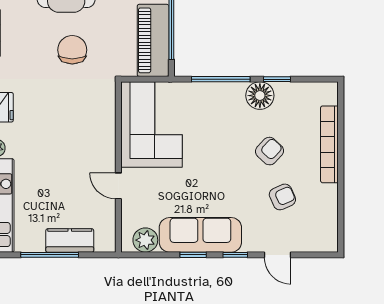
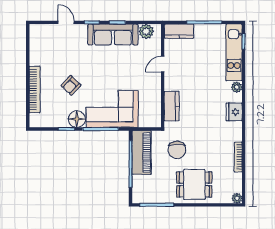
chair: (72, 50) -> (177, 150), moved
kitchen counter: (104, 117) -> (172, 106), added
corner sofa: (151, 124) -> (112, 109), moved, turned 90
door: (118, 186) -> (163, 64), swing flipped
armchair: (282, 197) -> (63, 58), removed
kitchen counter: (70, 240) -> (179, 31), moved

